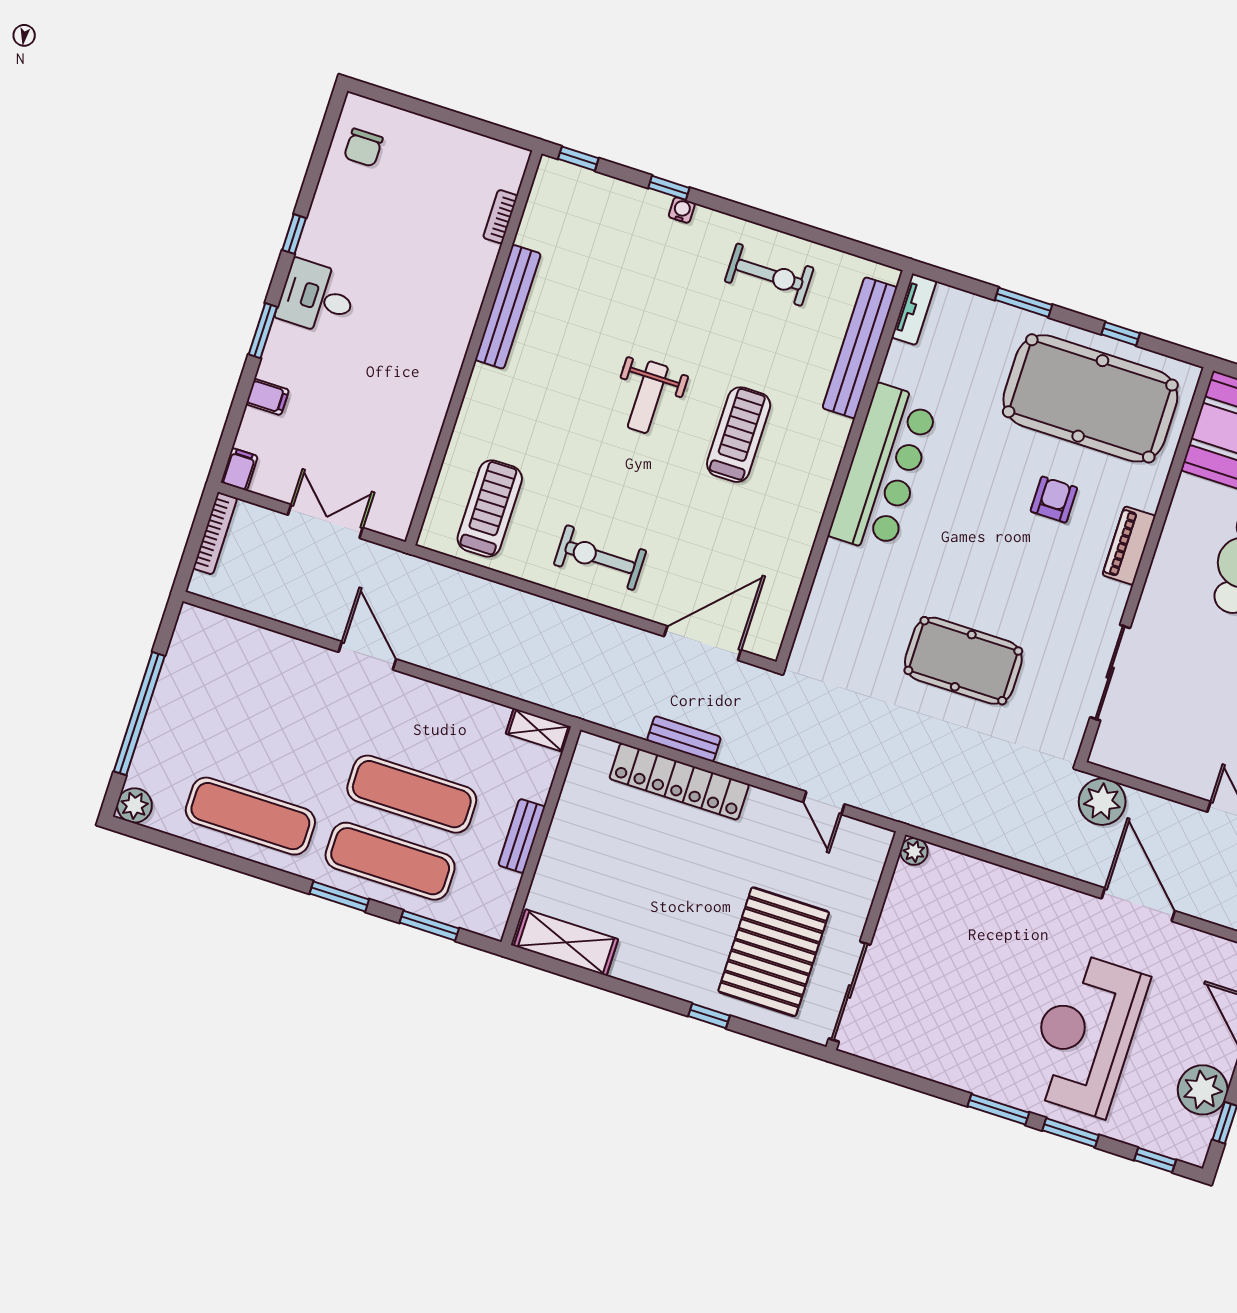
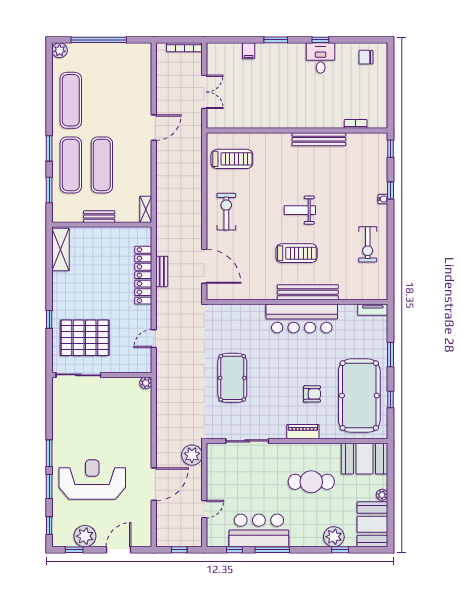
desk: (317, 297) -> (321, 58), moved
bench: (860, 348) -> (308, 292), moved
filing cabinet: (239, 469) -> (215, 49), removed

